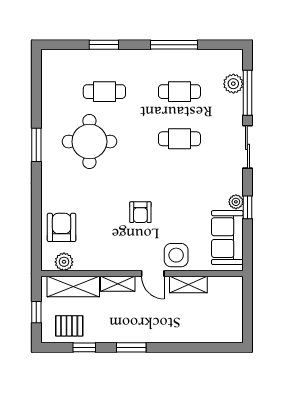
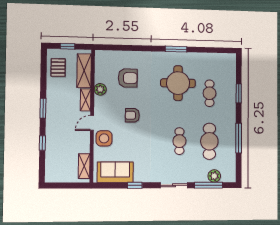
cafe table: (179, 92) -> (209, 141), width x1.37, depth x1.35
plant: (236, 202) -> (138, 178), removed
armchair: (62, 227) -> (128, 78), moved
plant: (64, 262) -> (100, 89), moved
shelving: (188, 285) -> (84, 166), moved
window: (84, 347) -> (42, 143), moved

